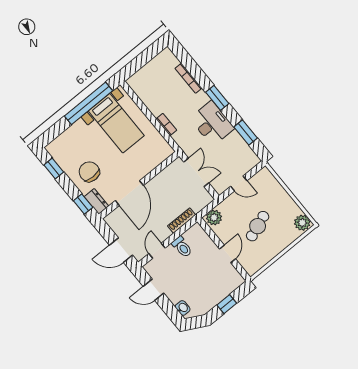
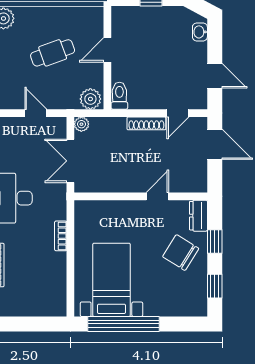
chair: (89, 172) -> (181, 253), turned 122
door: (129, 193) -> (157, 196), width x0.53
plant: (207, 199) -> (81, 124), added
window: (83, 204) -> (215, 242), moved
shoe rack: (182, 221) -> (146, 123), moved
toilet: (182, 247) -> (119, 96), moved

